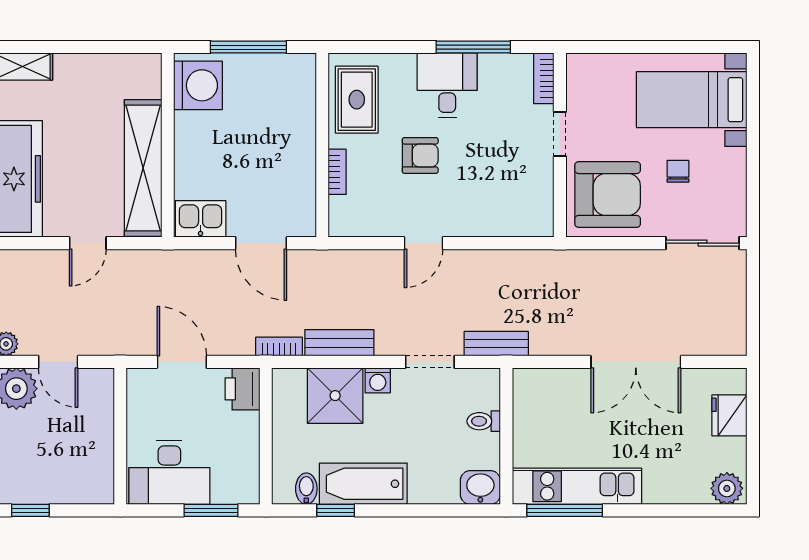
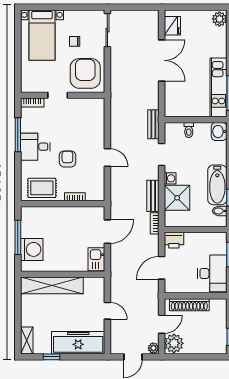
washing machine: (198, 85) -> (32, 249), moved, turned 90
shelving: (143, 168) -> (52, 285), moved
fridge: (729, 415) -> (172, 26), moved, turned -90
shoe rack: (101, 422) -> (189, 305), added

